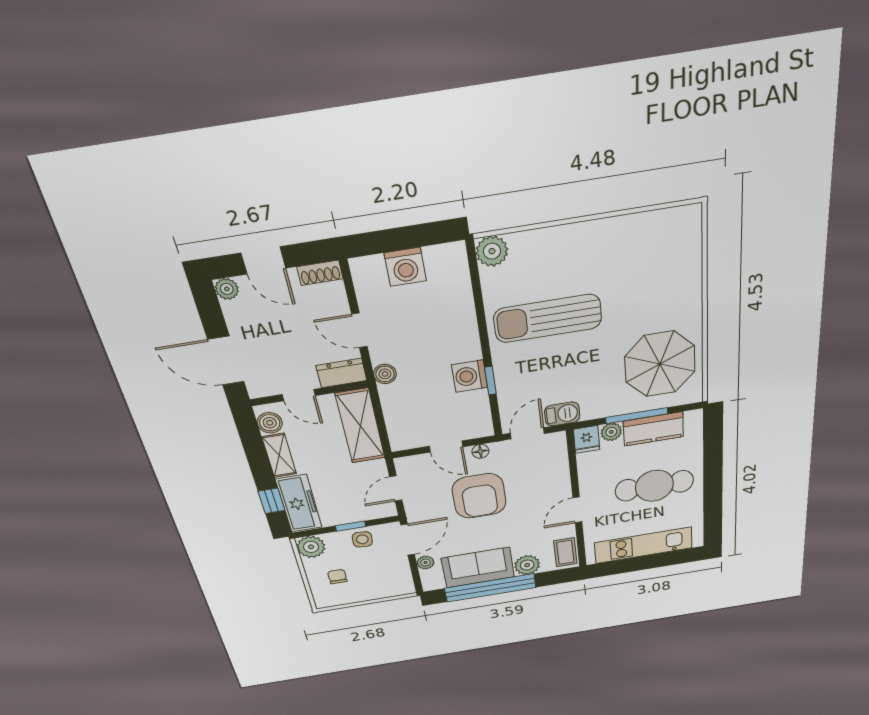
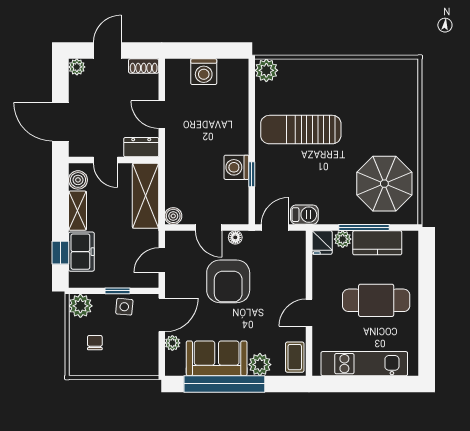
door: (263, 260) -> (107, 51), swing flipped
boiler: (385, 374) -> (173, 216), moved
freezer: (299, 503) -> (81, 252), width x0.71

